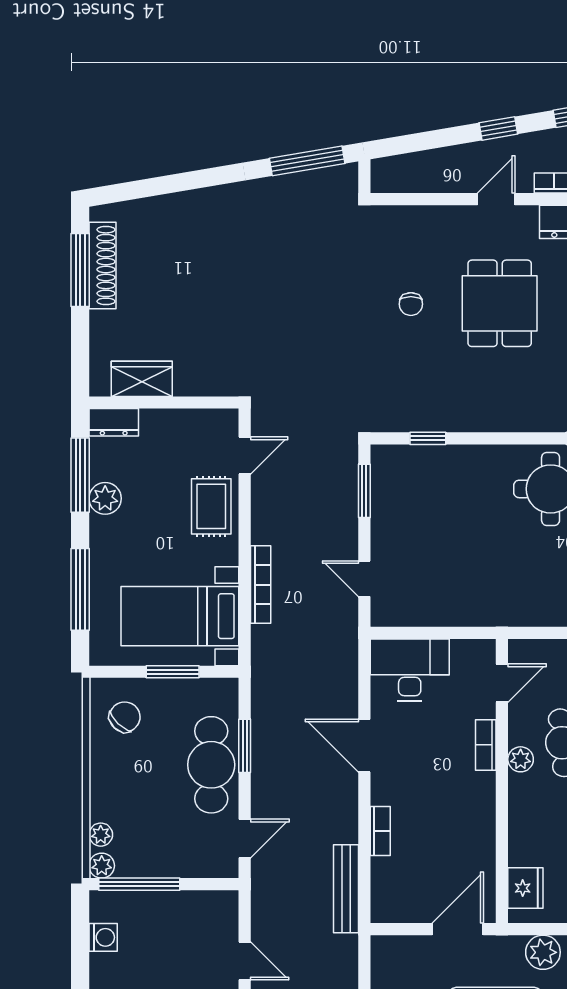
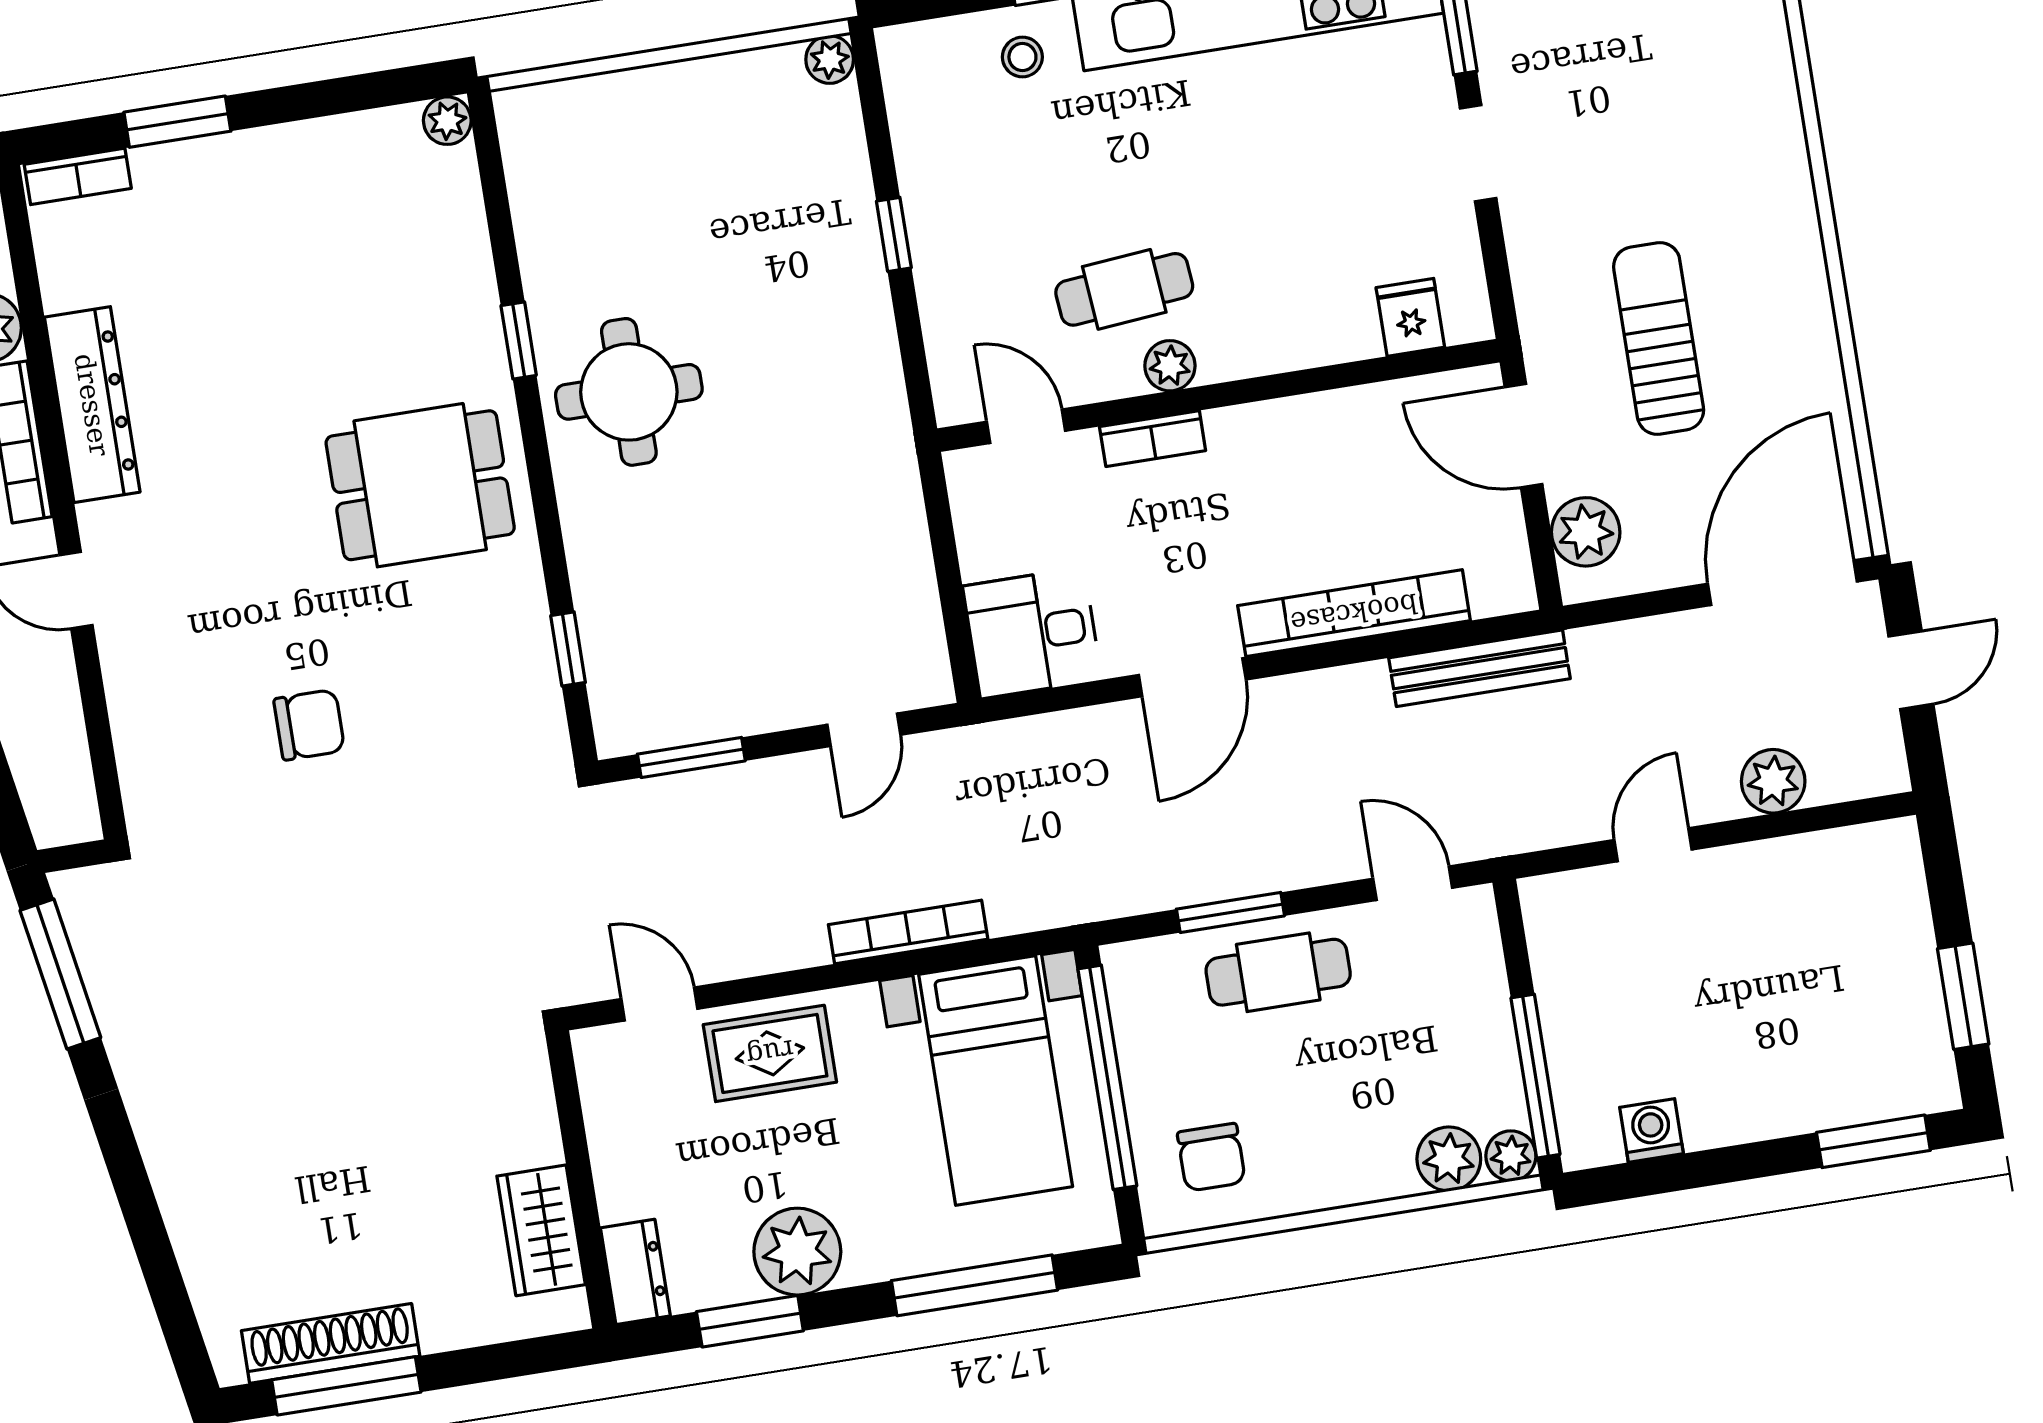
dining table: (500, 303) -> (420, 485), moved
chair: (411, 304) -> (309, 725), width x1.37, depth x1.37
window: (80, 475) -> (750, 1321), width x0.69
plant: (105, 498) -> (797, 1252), width x1.36, depth x1.36
desk: (410, 670) -> (1032, 633), width x0.73
window: (173, 672) -> (1107, 1077), width x2.11
chair: (125, 717) -> (1211, 1157), turned -134
cafe table: (211, 765) -> (1278, 972), width x0.73, depth x0.74
bookcase: (380, 831) -> (1354, 613), width x2.31, depth x1.31
plant: (101, 835) -> (1449, 1159), width x1.38, depth x1.38
fridge: (525, 888) -> (1410, 317), width x0.72
plant: (543, 952) -> (1586, 532), moved

